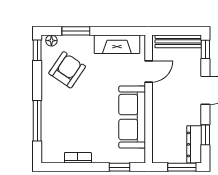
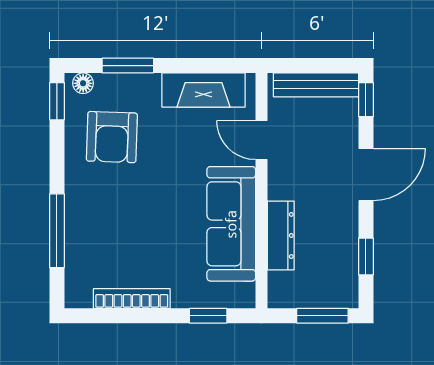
armchair: (67, 70) -> (112, 137), turned 148
door: (149, 71) -> (261, 140), swing flipped
dresser: (194, 144) -> (281, 235), moved, turned 180
bookcase: (78, 158) -> (132, 299), width x1.56

